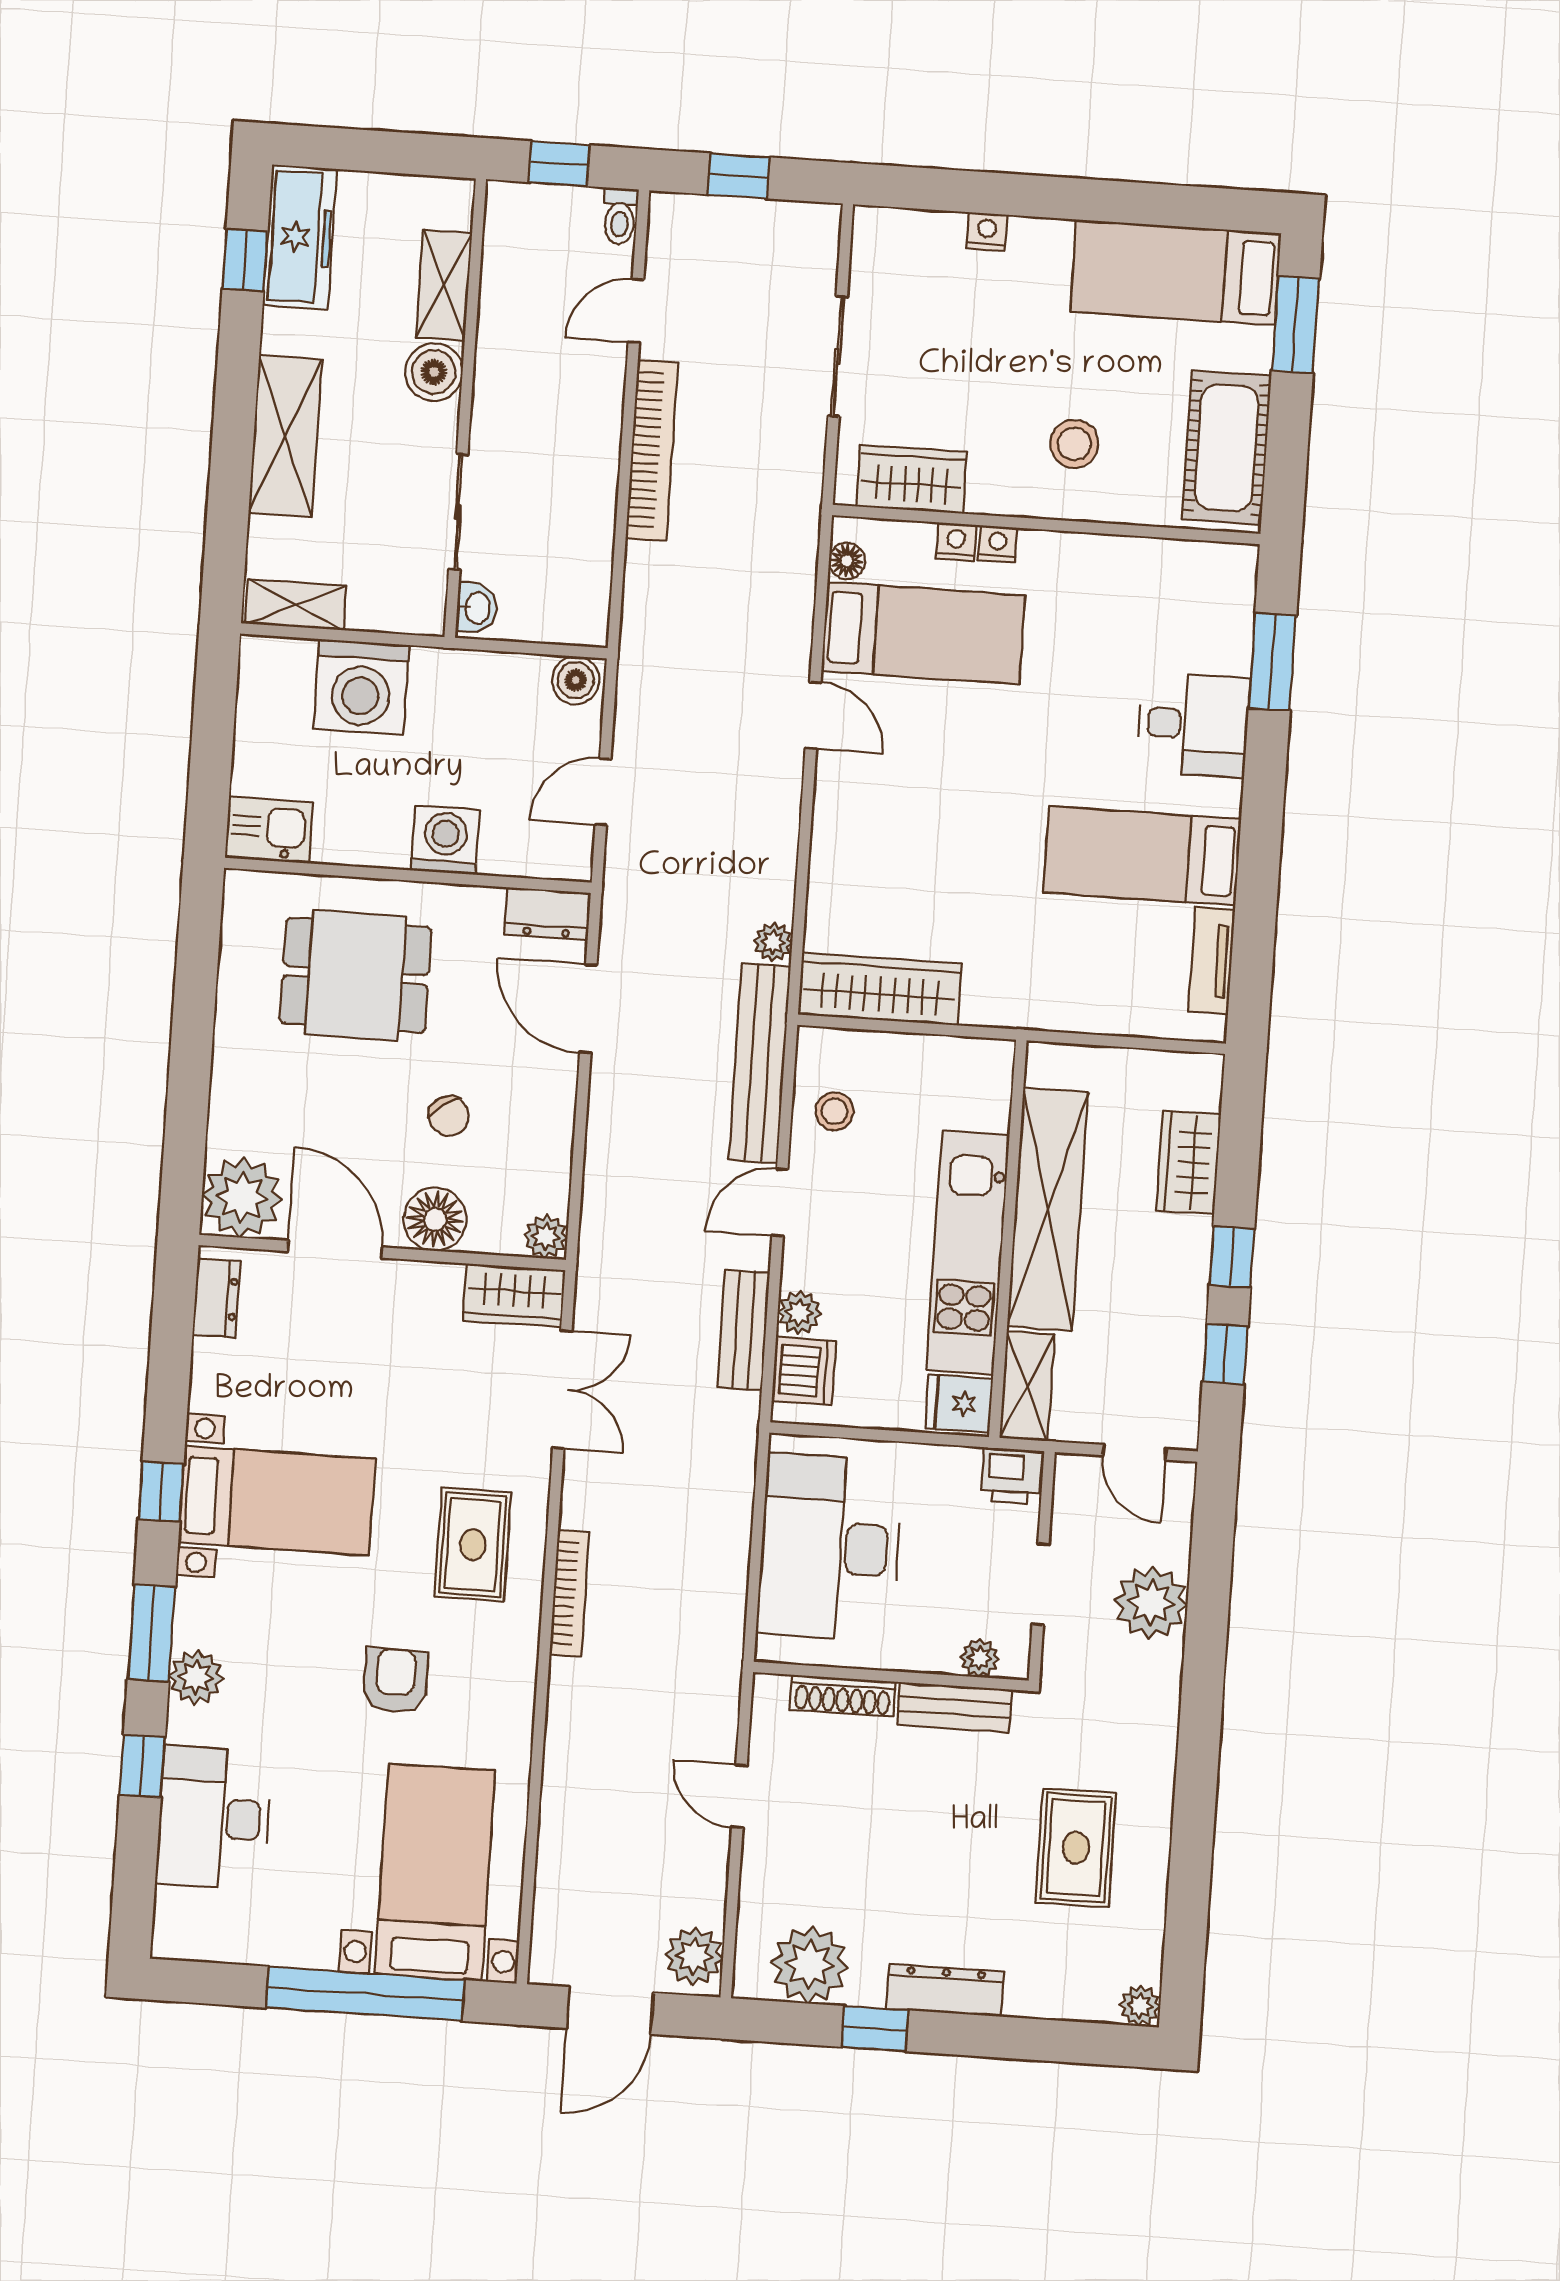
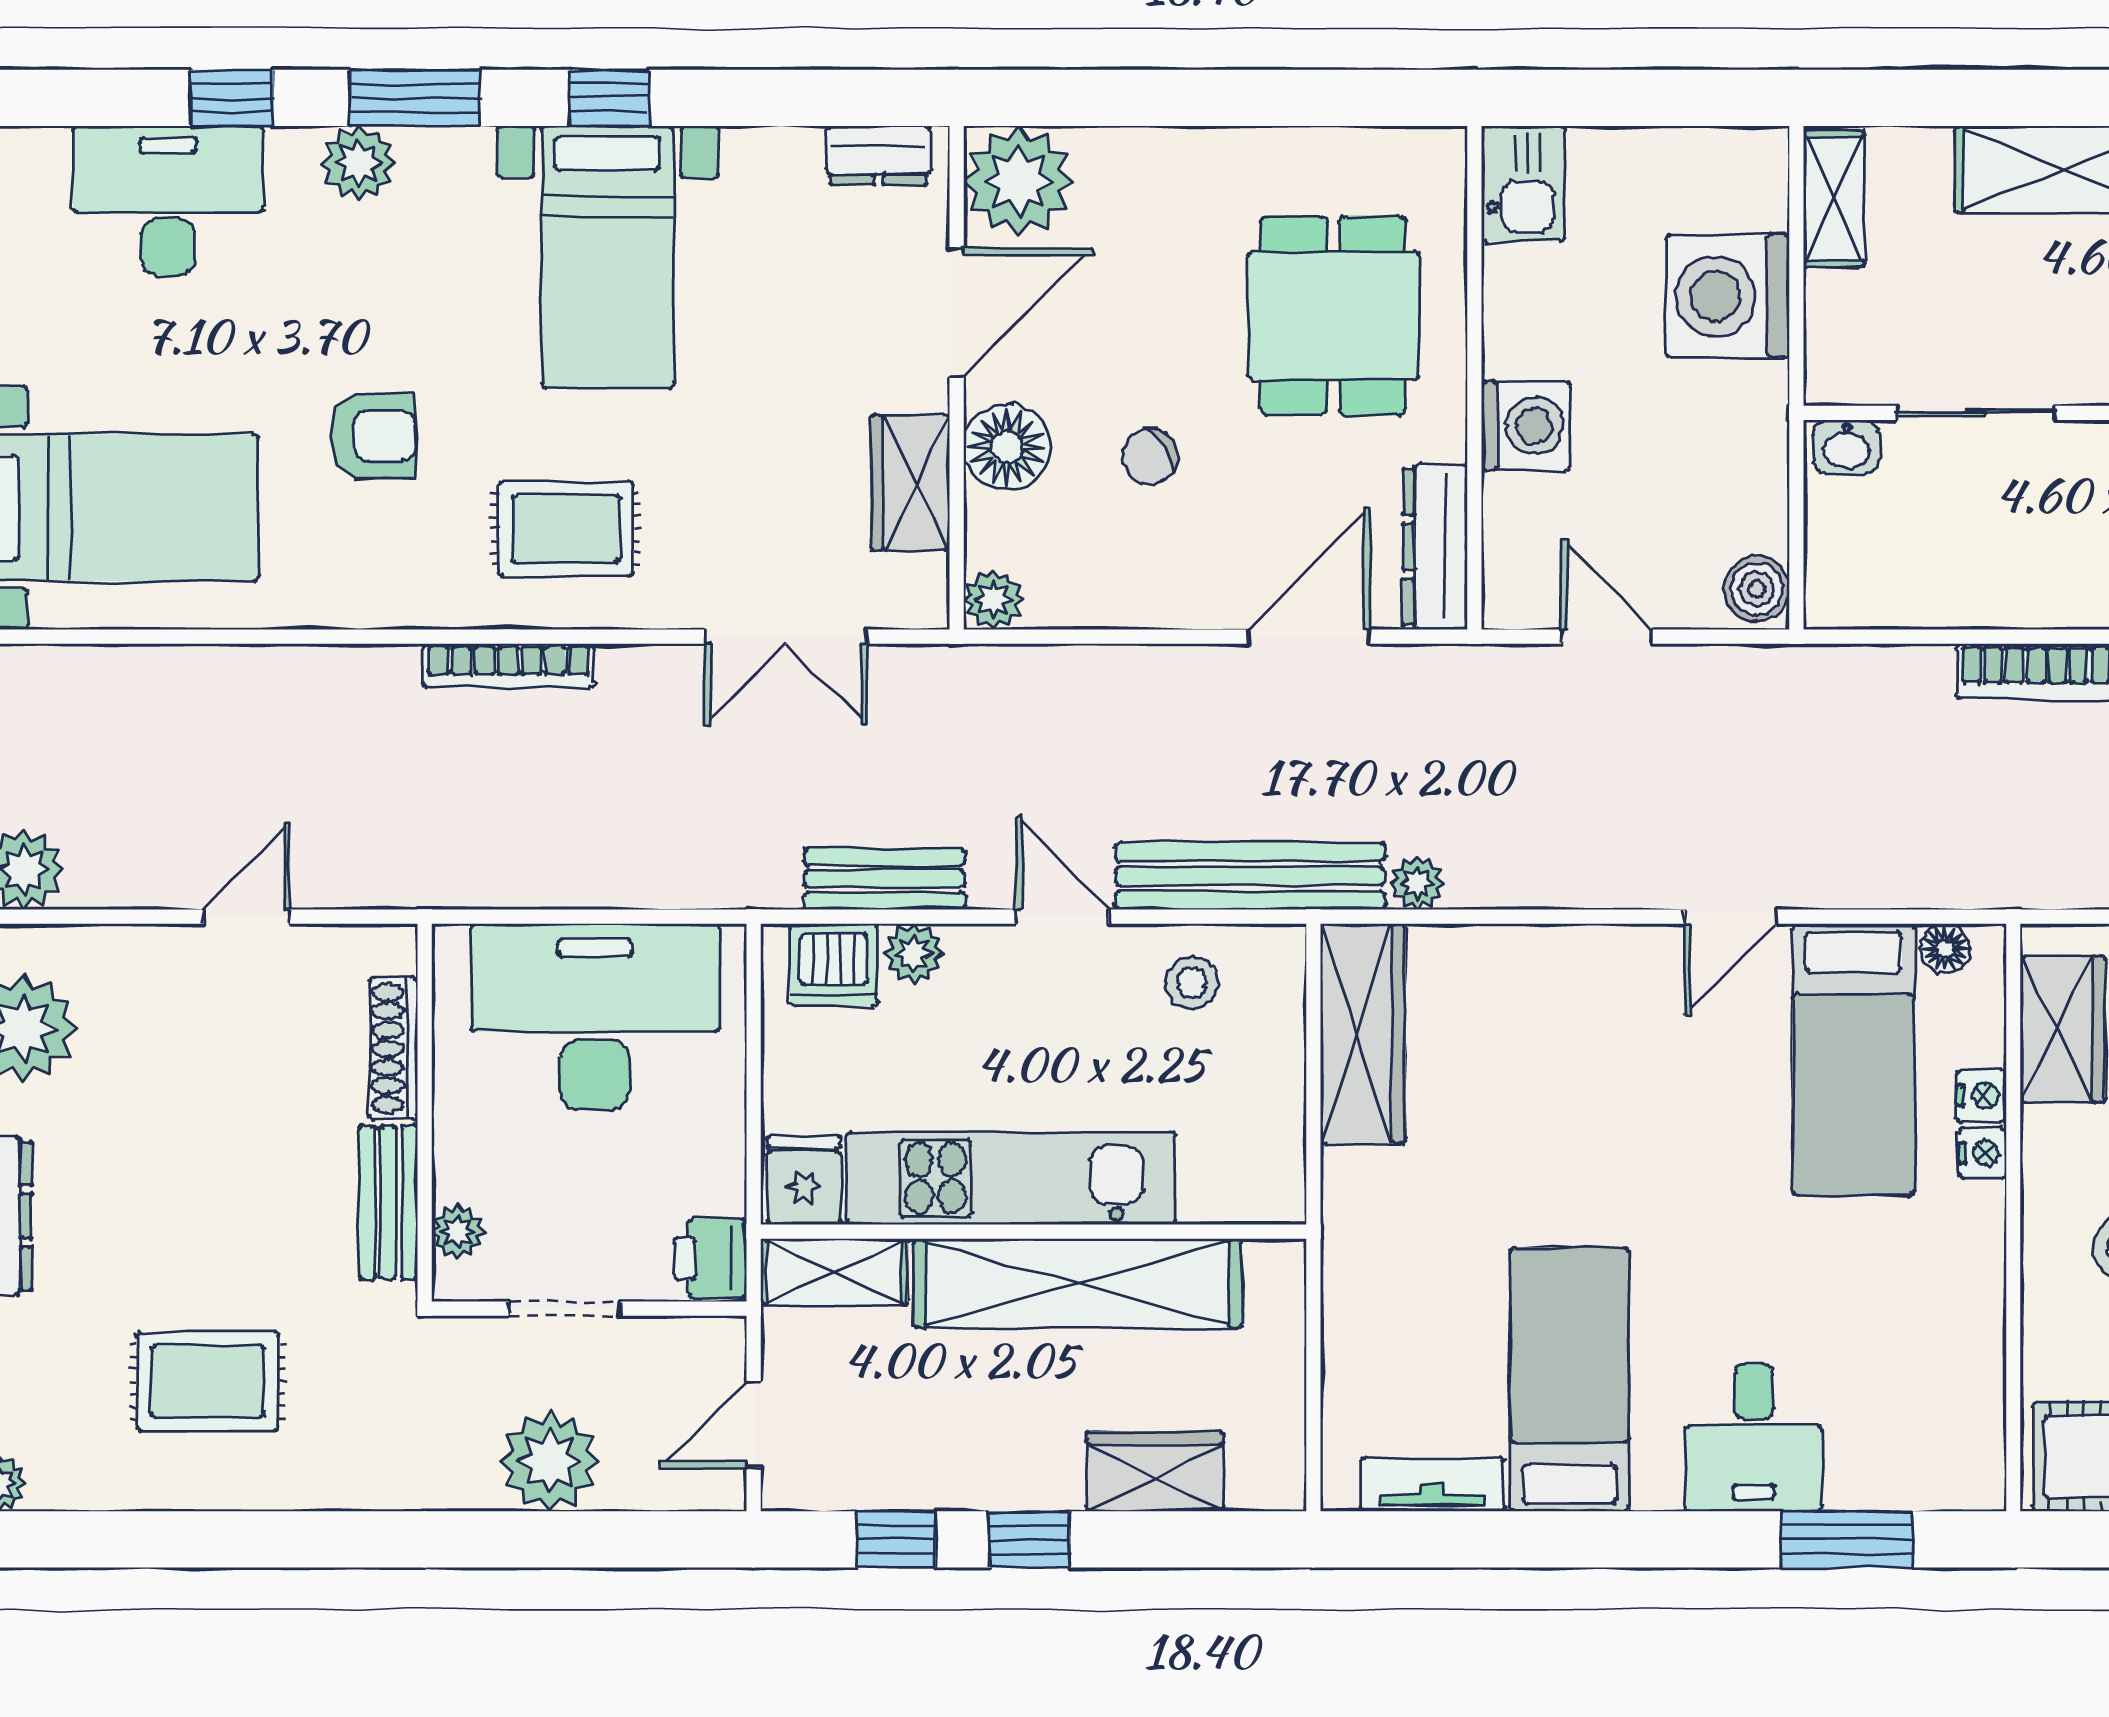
dresser: (547, 914) -> (1435, 547), width x1.44
wardrobe: (514, 1295) -> (910, 483), moved

